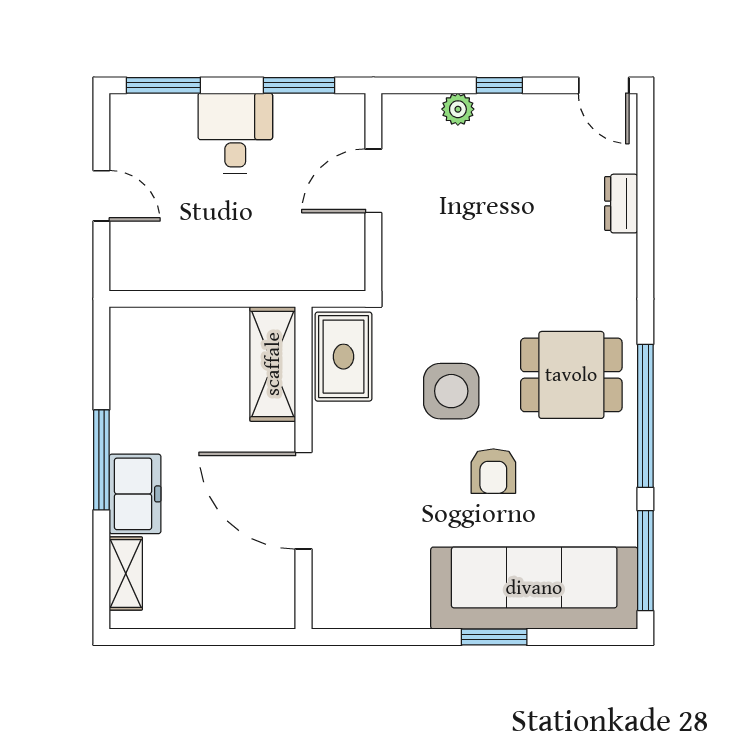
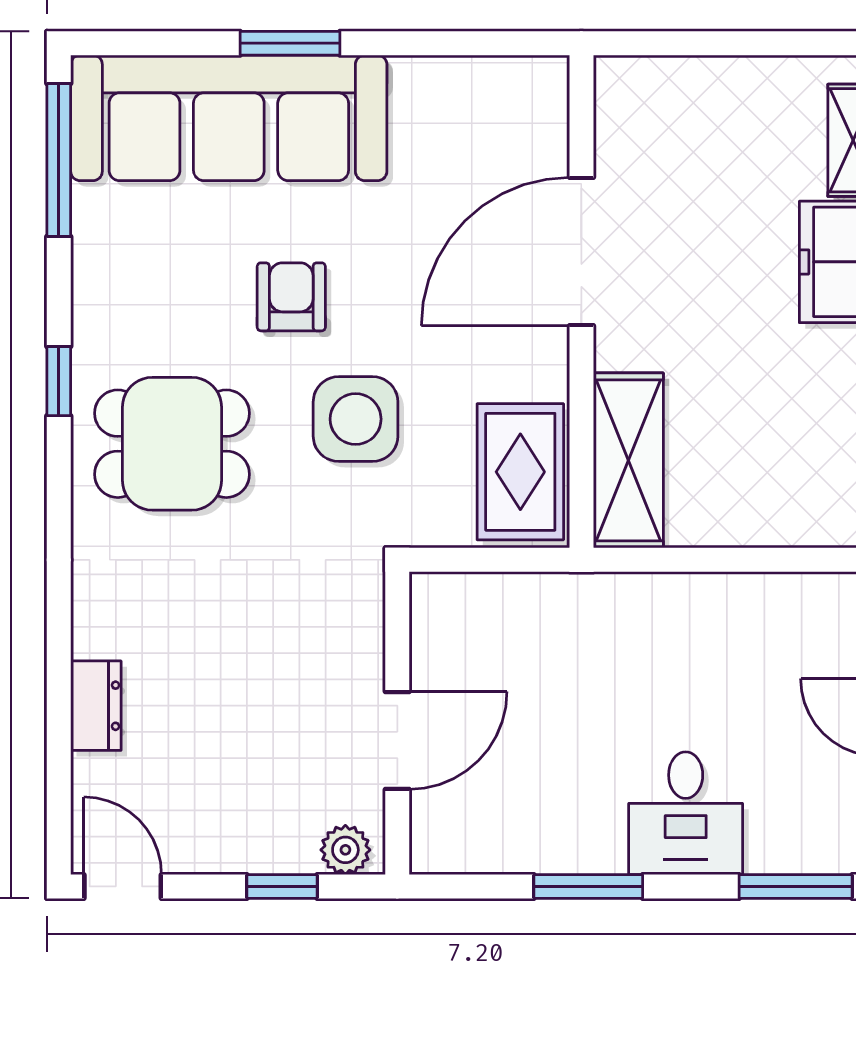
door: (373, 181) -> (397, 740), moved
wall: (373, 192) -> (397, 723), moved
window: (645, 416) -> (59, 381), width x0.32
door: (304, 501) -> (581, 252), swing flipped

